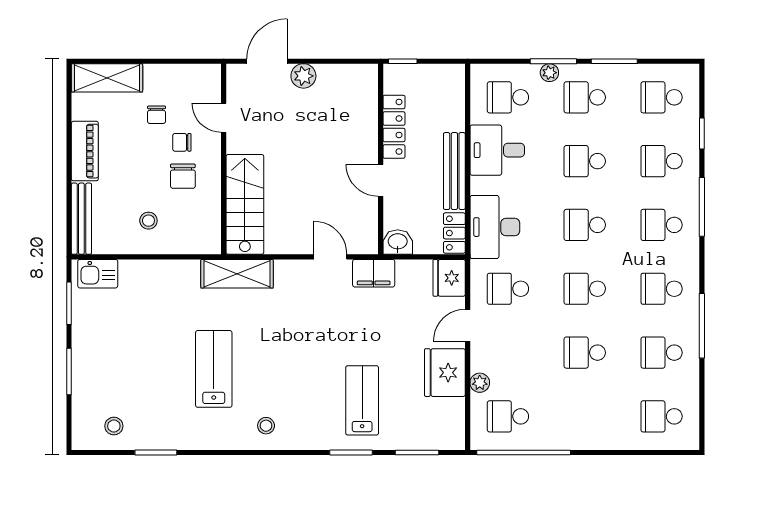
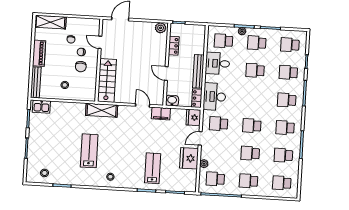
plant: (303, 76) -> (161, 28), moved
locker: (394, 127) -> (174, 46), width x0.66
school desk: (585, 225) -> (249, 181), moved

